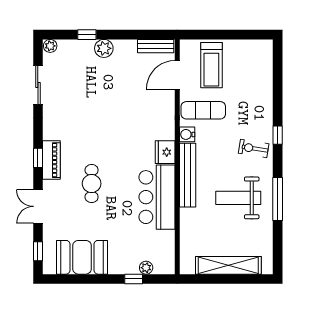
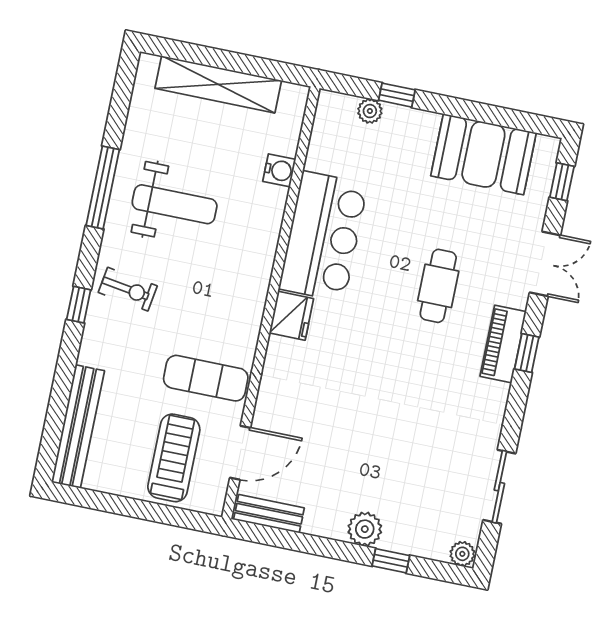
water cooler: (187, 134) -> (279, 170), moved
bench: (188, 175) -> (78, 426), moved

